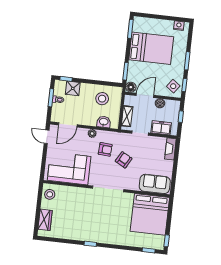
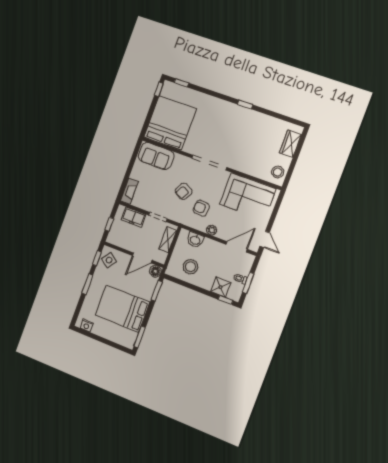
boiler: (160, 103) -> (128, 245), removed

